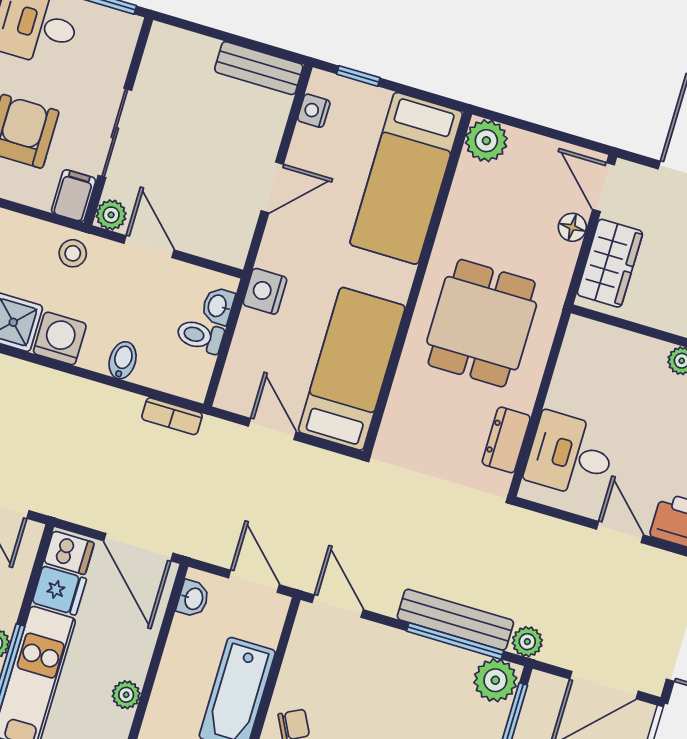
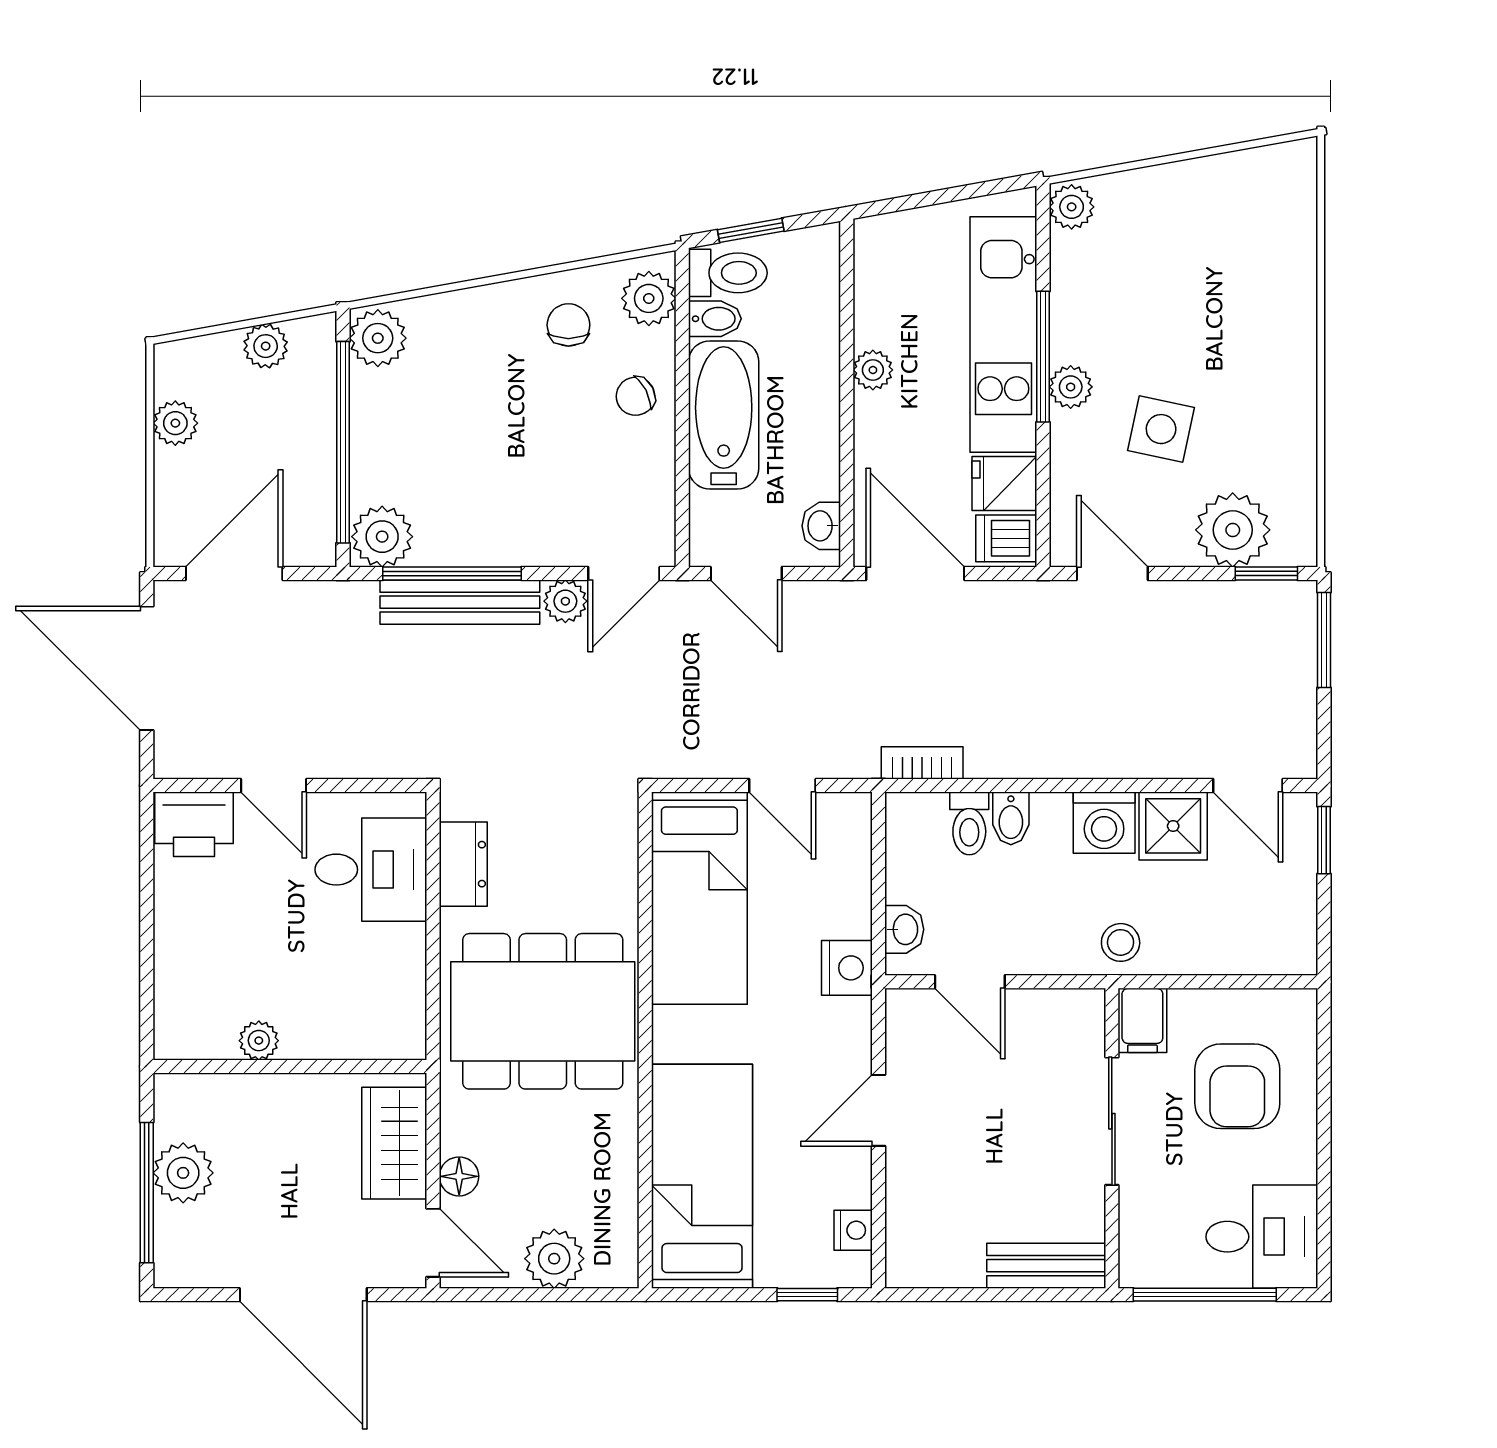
bench: (259, 68) -> (1046, 1266), moved
plant: (486, 141) -> (554, 1259), moved
plant: (111, 215) -> (1084, 1009), removed
door: (149, 247) -> (970, 982), moved
dining table: (482, 323) -> (543, 1011), width x1.38
toilet: (200, 336) -> (969, 823), moved, turned 90
door: (338, 606) -> (624, 573), hinge flipped
plant: (527, 642) -> (565, 601), moved

